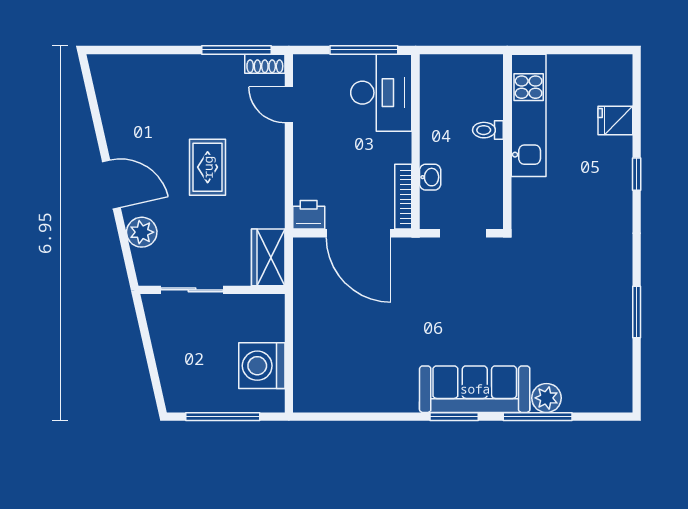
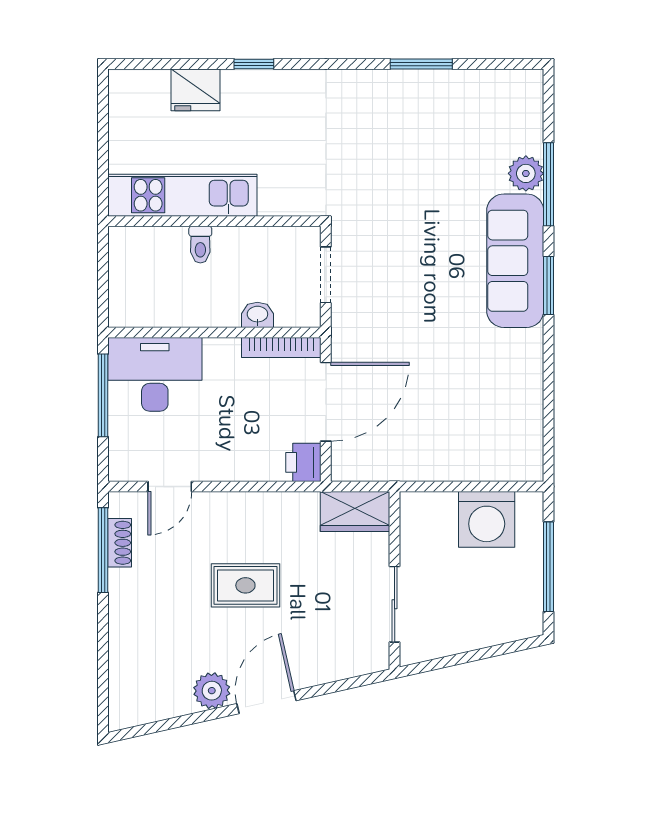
shoe rack: (265, 64) -> (120, 543), moved
fridge: (615, 120) -> (195, 90), width x1.38
plant: (142, 232) -> (212, 691), moved

